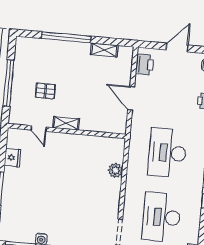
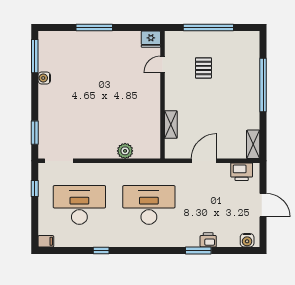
shelving: (104, 50) -> (253, 144), moved
shelving: (66, 123) -> (171, 125), moved
fridge: (12, 158) -> (151, 39), moved

